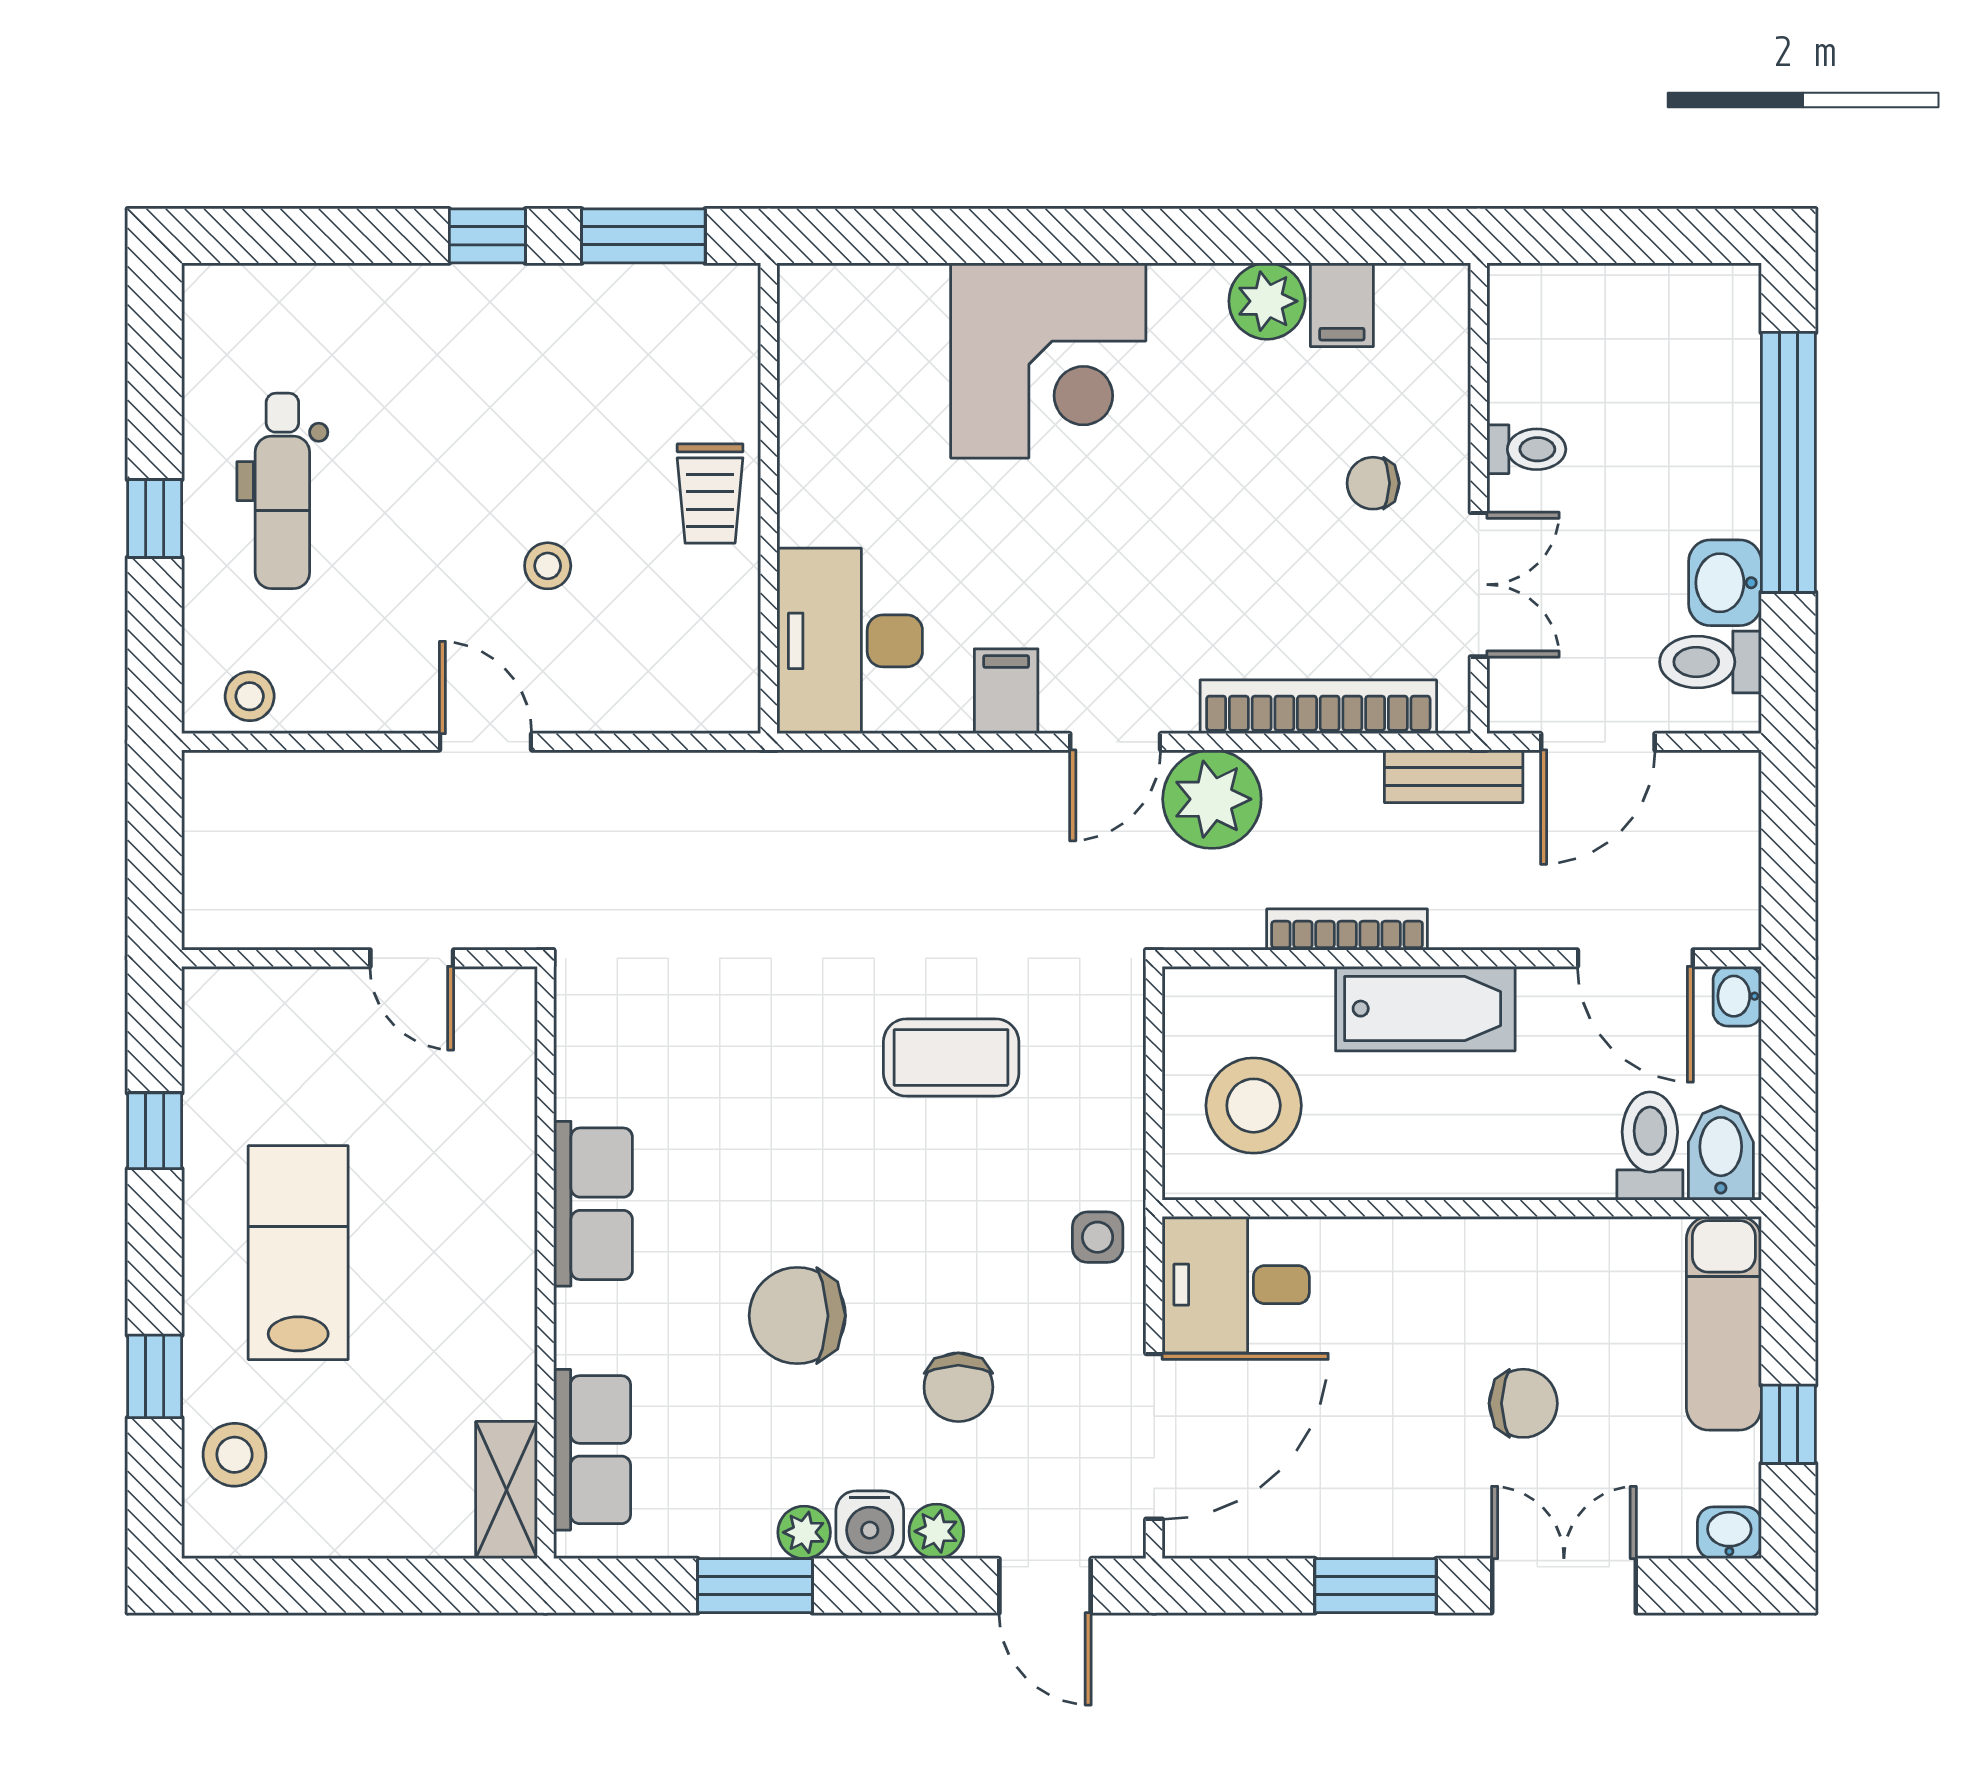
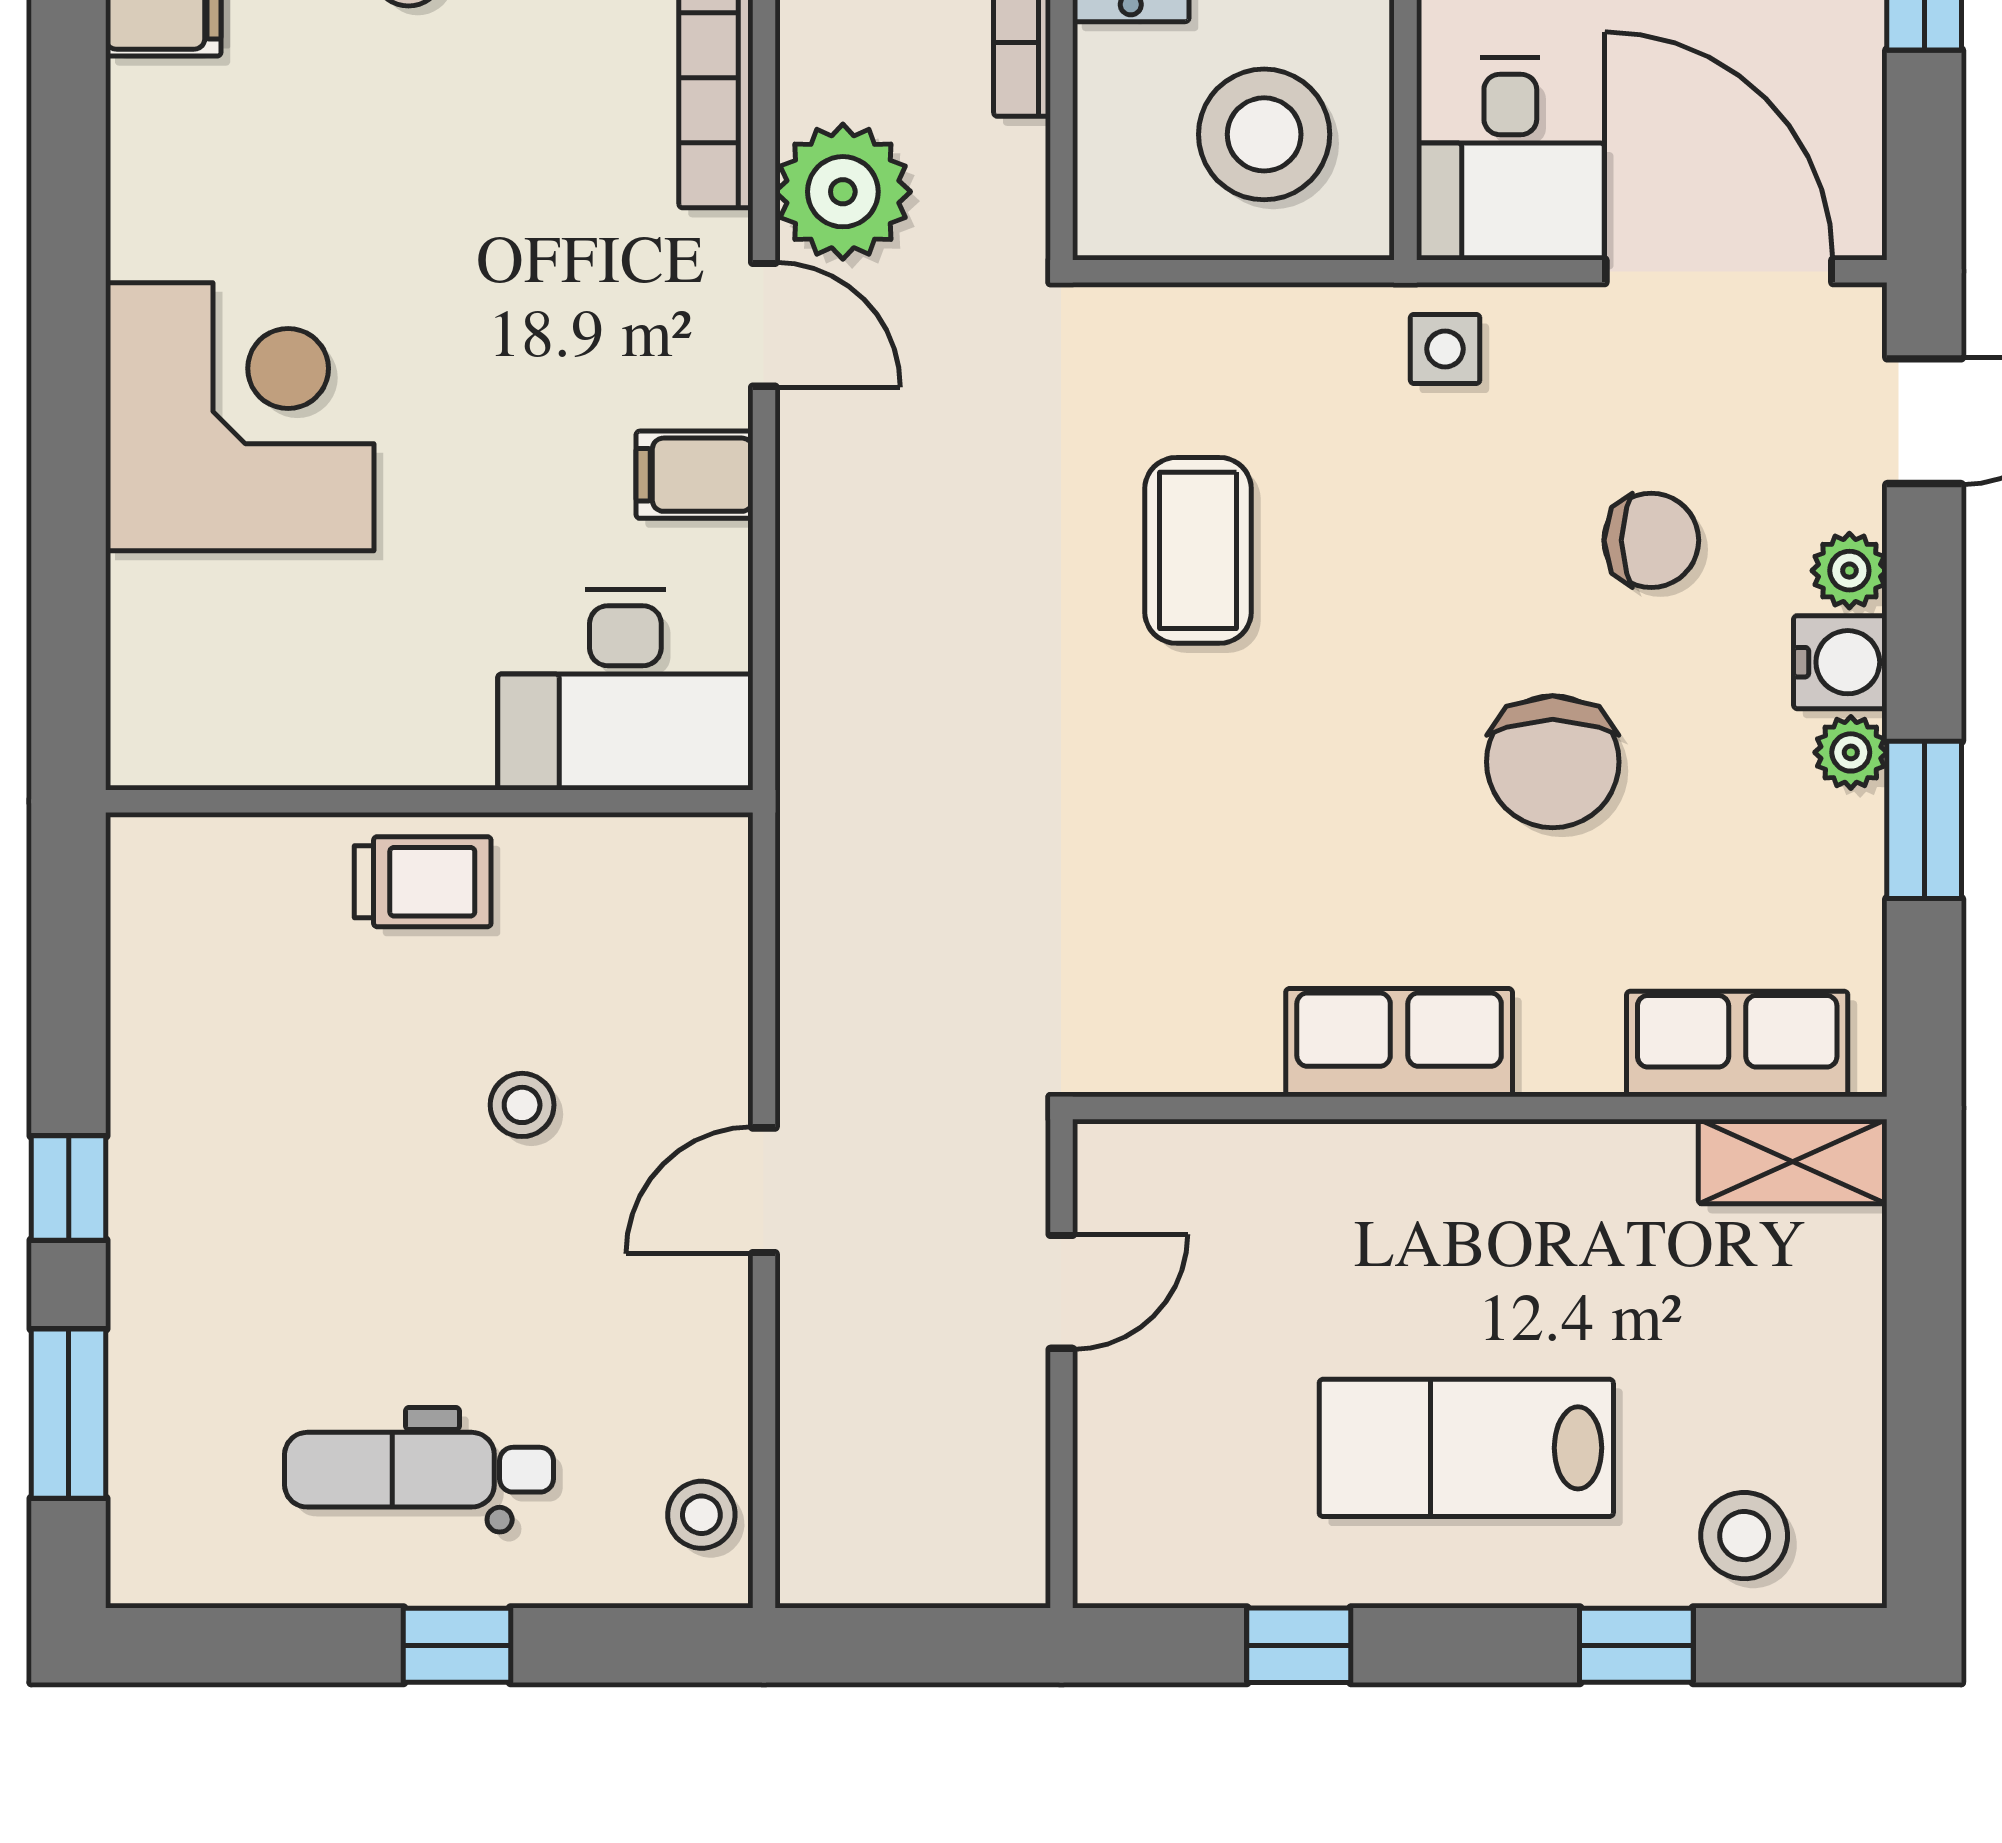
window: (643, 236) -> (69, 1414), moved
plant: (1267, 301) -> (158, 116), removed
dental chair: (282, 491) -> (419, 1470), turned 180

